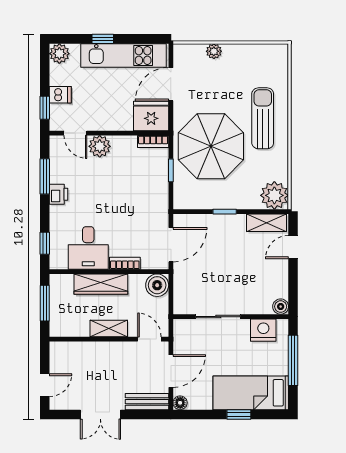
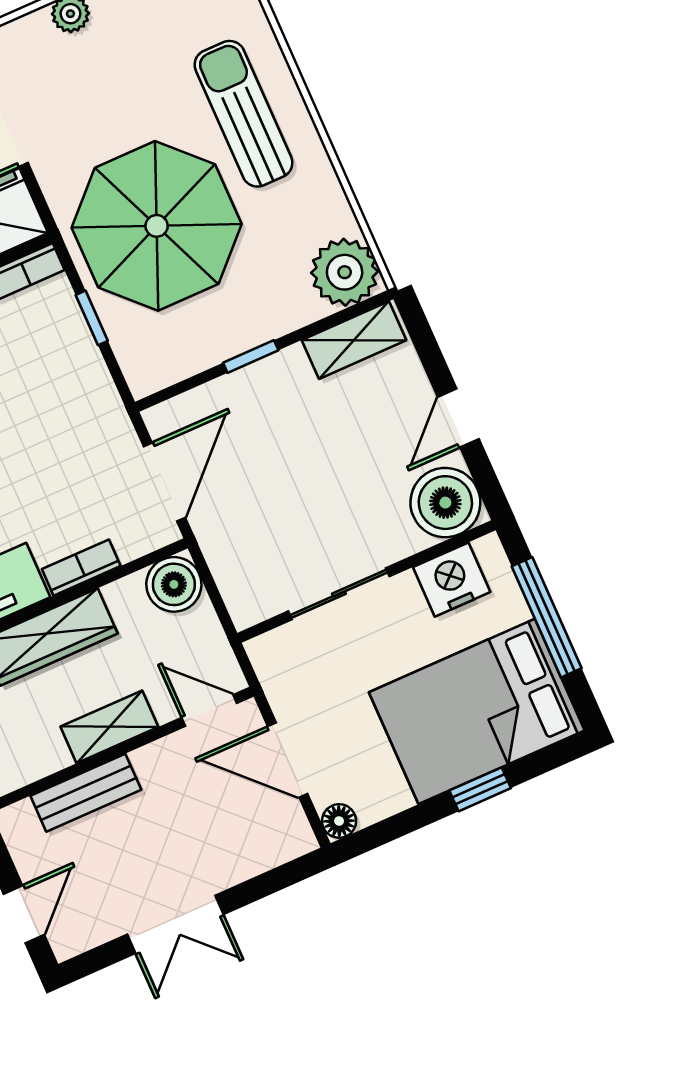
door: (293, 247) -> (458, 418), moved
boiler: (281, 307) -> (445, 503), width x1.86, depth x1.86
door: (171, 371) -> (288, 760), swing flipped
bed: (251, 393) -> (477, 711), width x1.50
bench: (147, 402) -> (86, 793), moved

